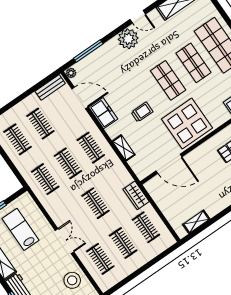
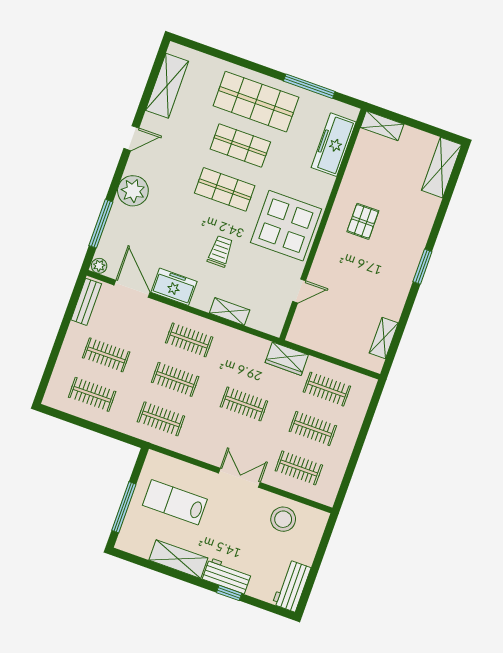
plant: (128, 39) -> (133, 191), moved
door: (80, 98) -> (132, 289), hinge flipped
door: (169, 164) -> (299, 291), width x0.53

